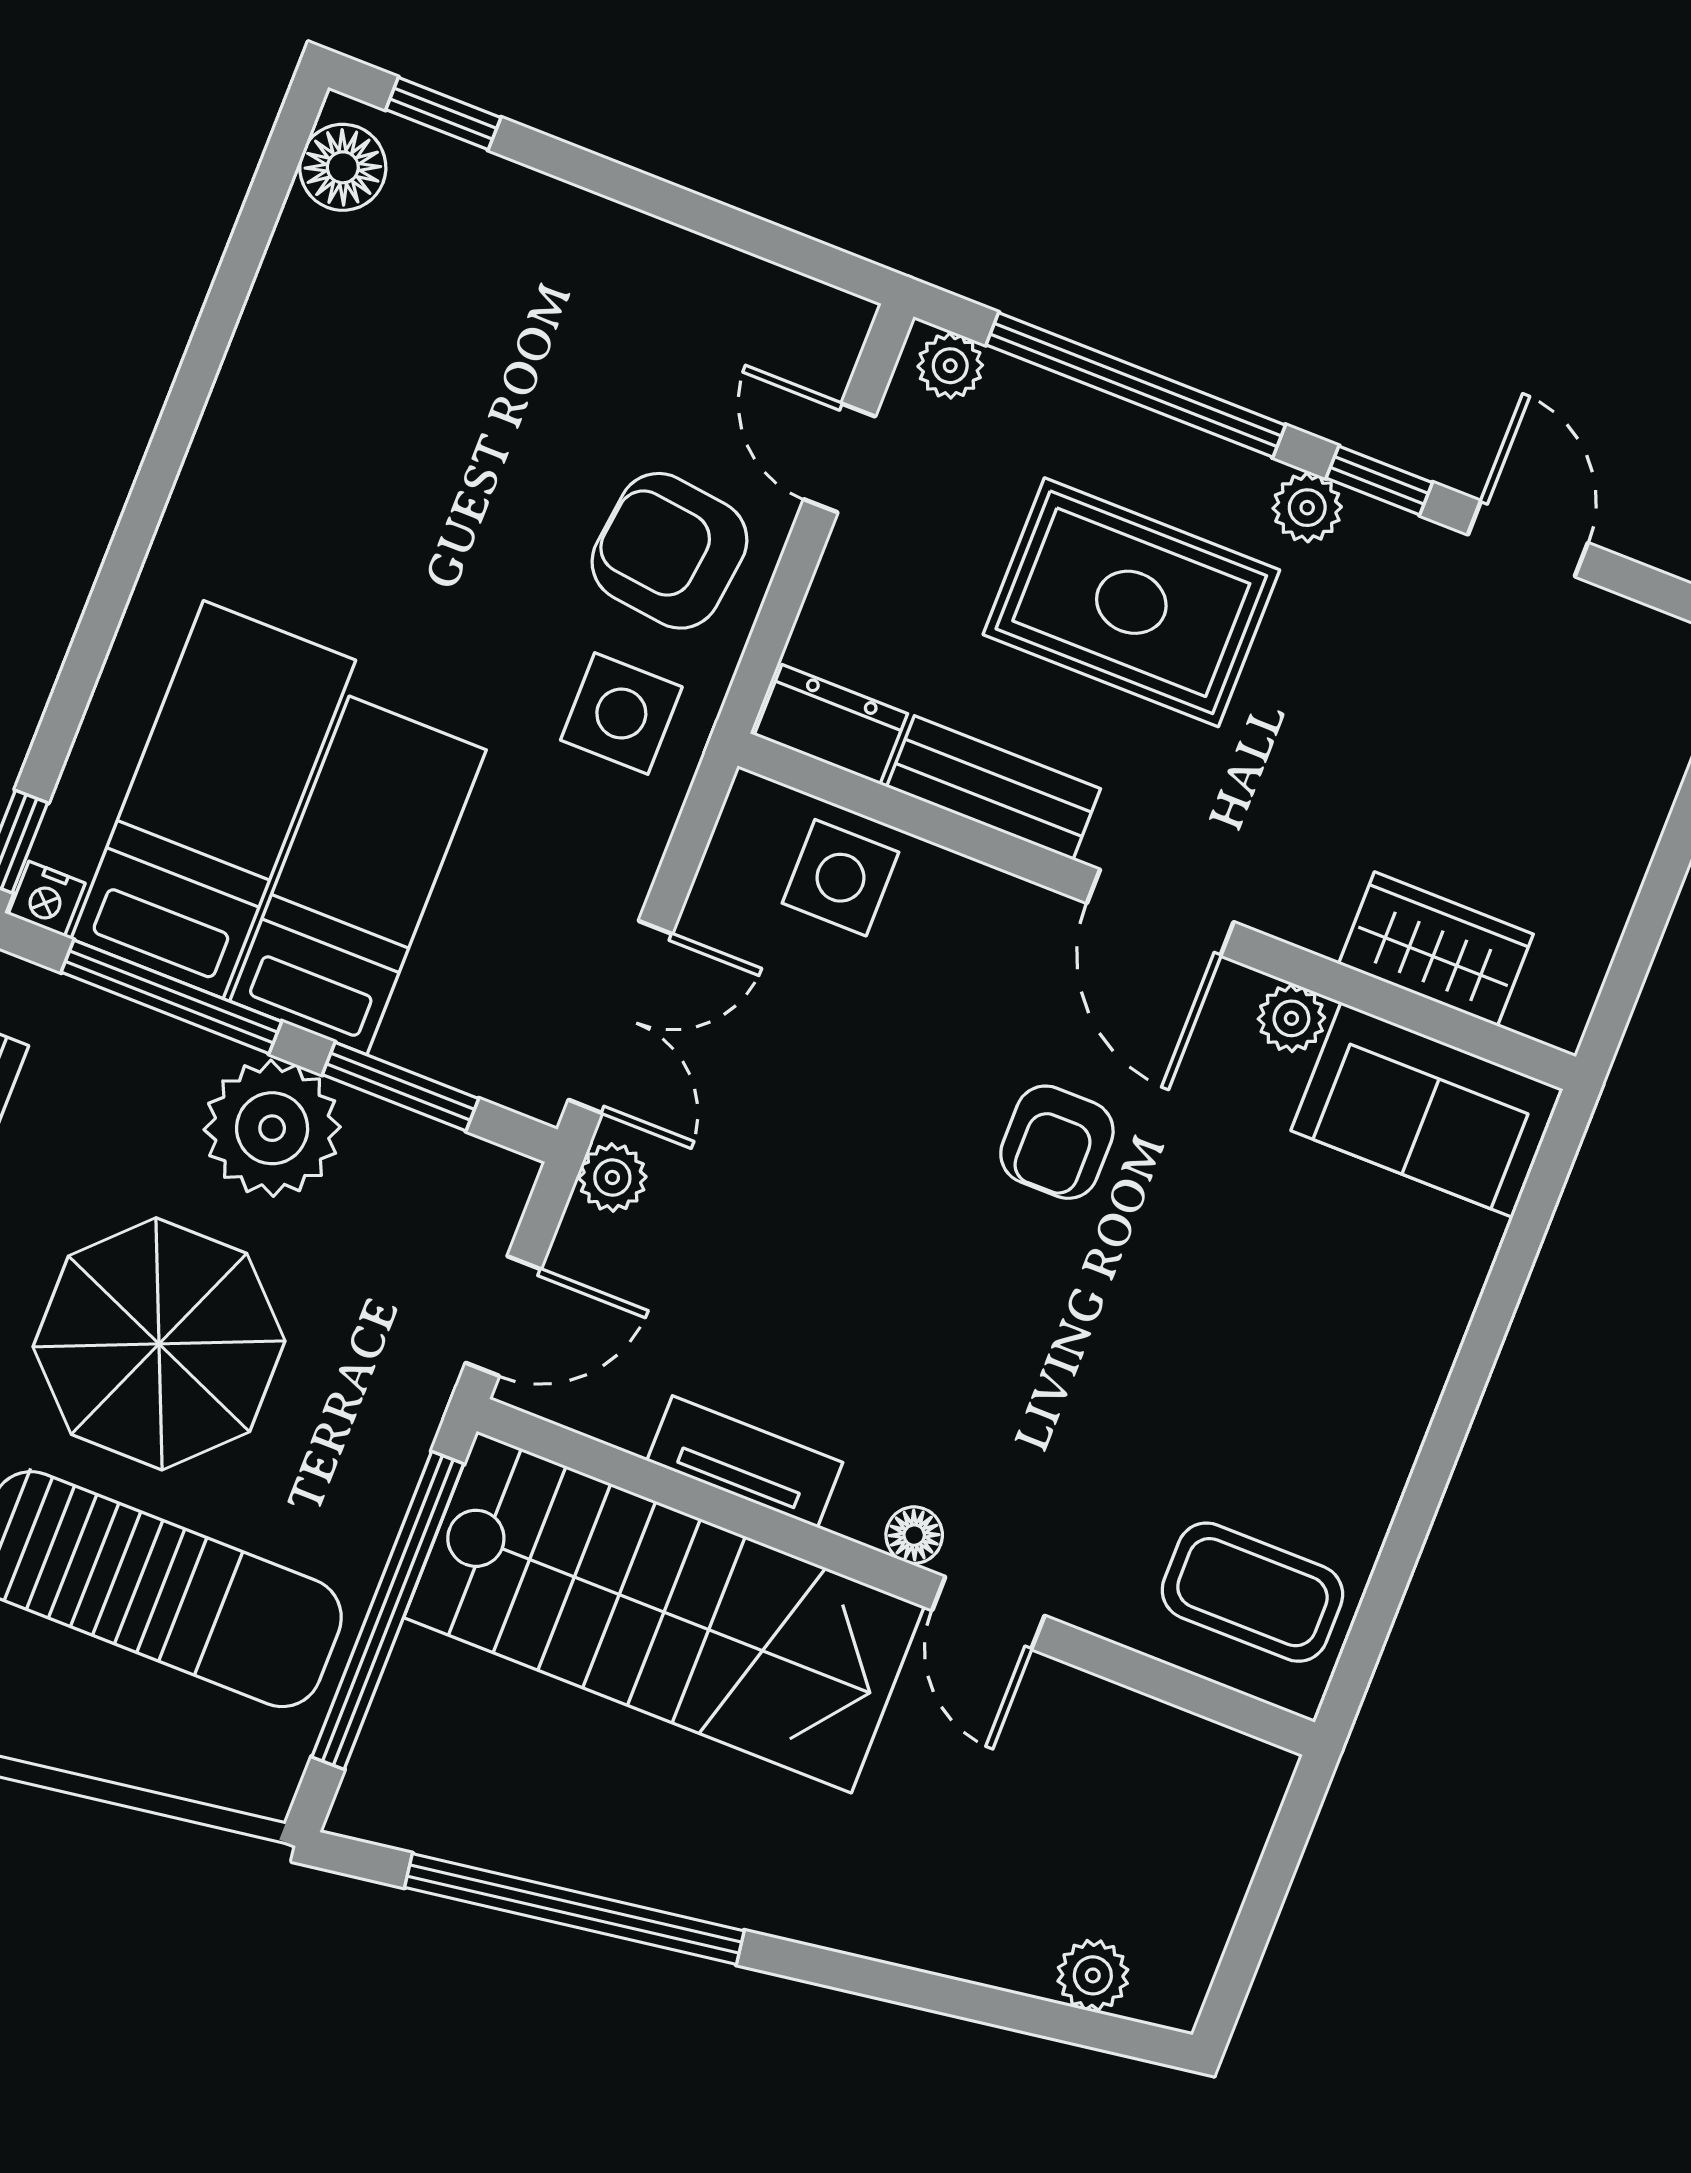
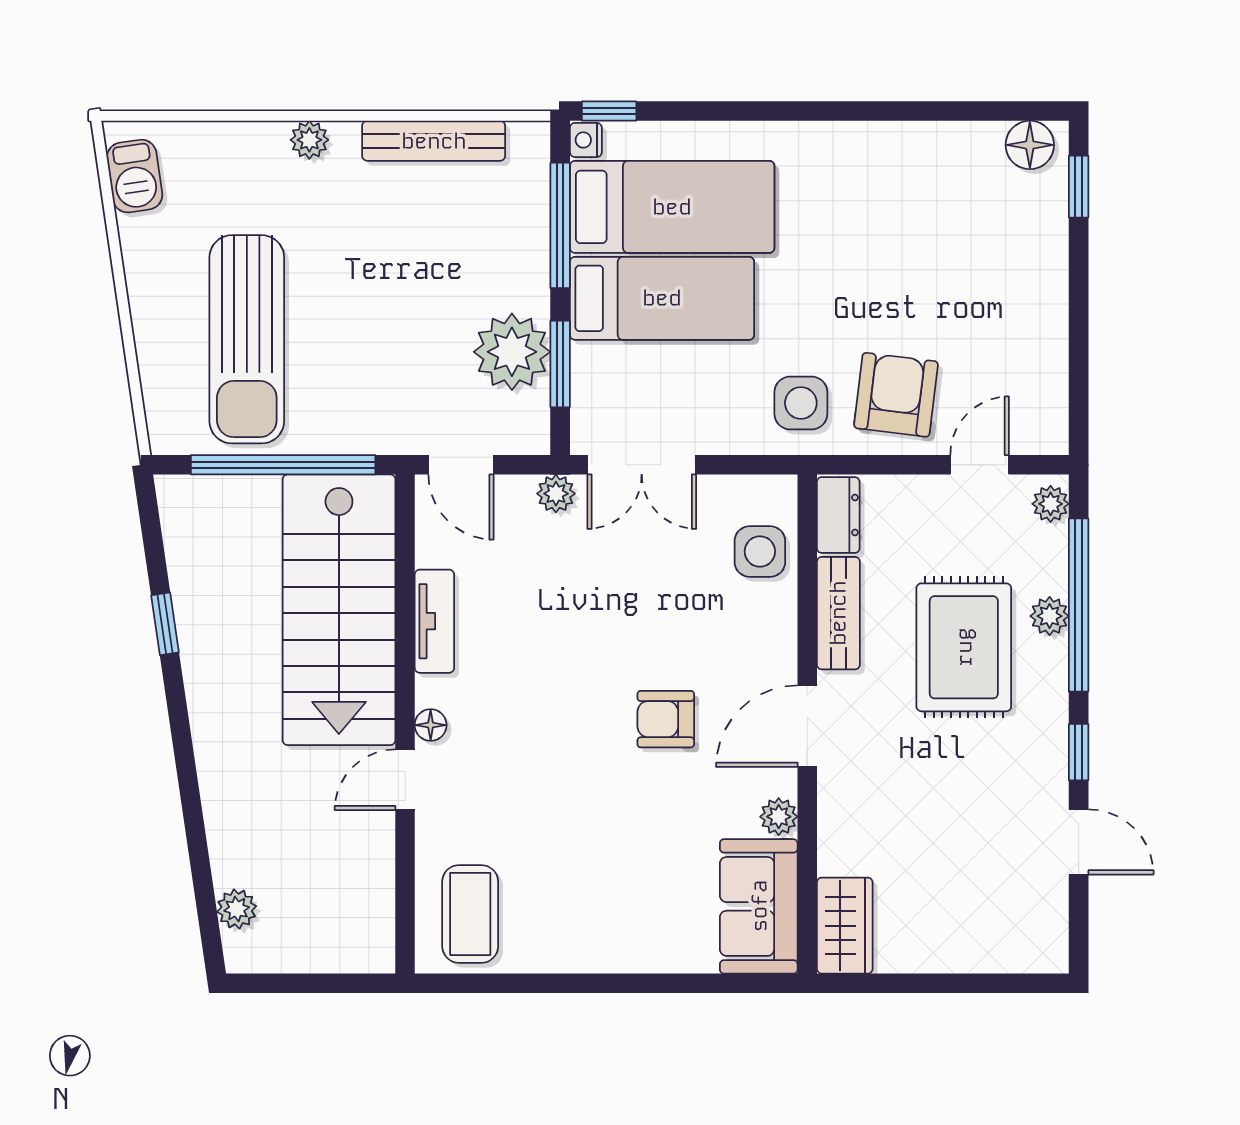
plant: (1307, 508) -> (1050, 616), moved
door: (1528, 539) -> (1079, 842), hinge flipped
wardrobe: (1436, 949) -> (845, 926), moved
plant: (272, 1128) -> (512, 352), moved
parasol: (159, 1344) -> (376, 290), removed
window: (574, 1909) -> (165, 624), width x0.32

